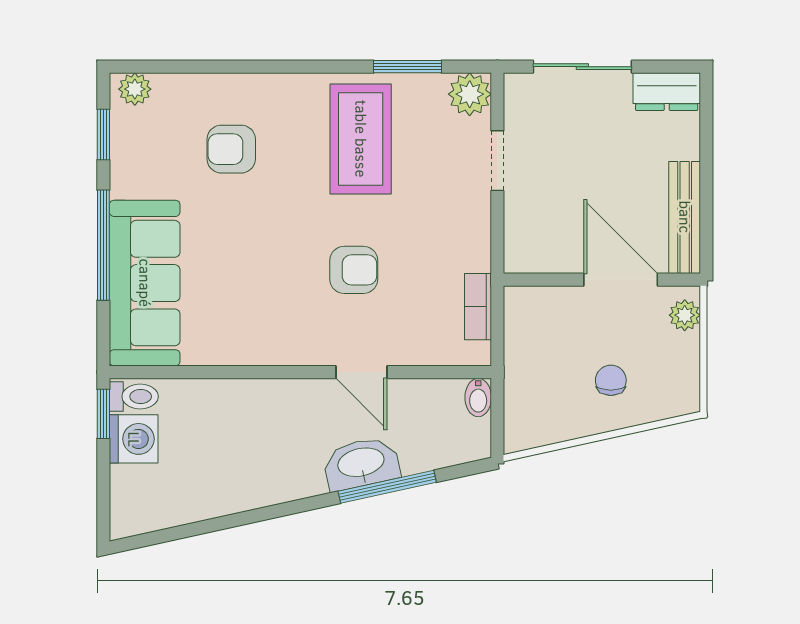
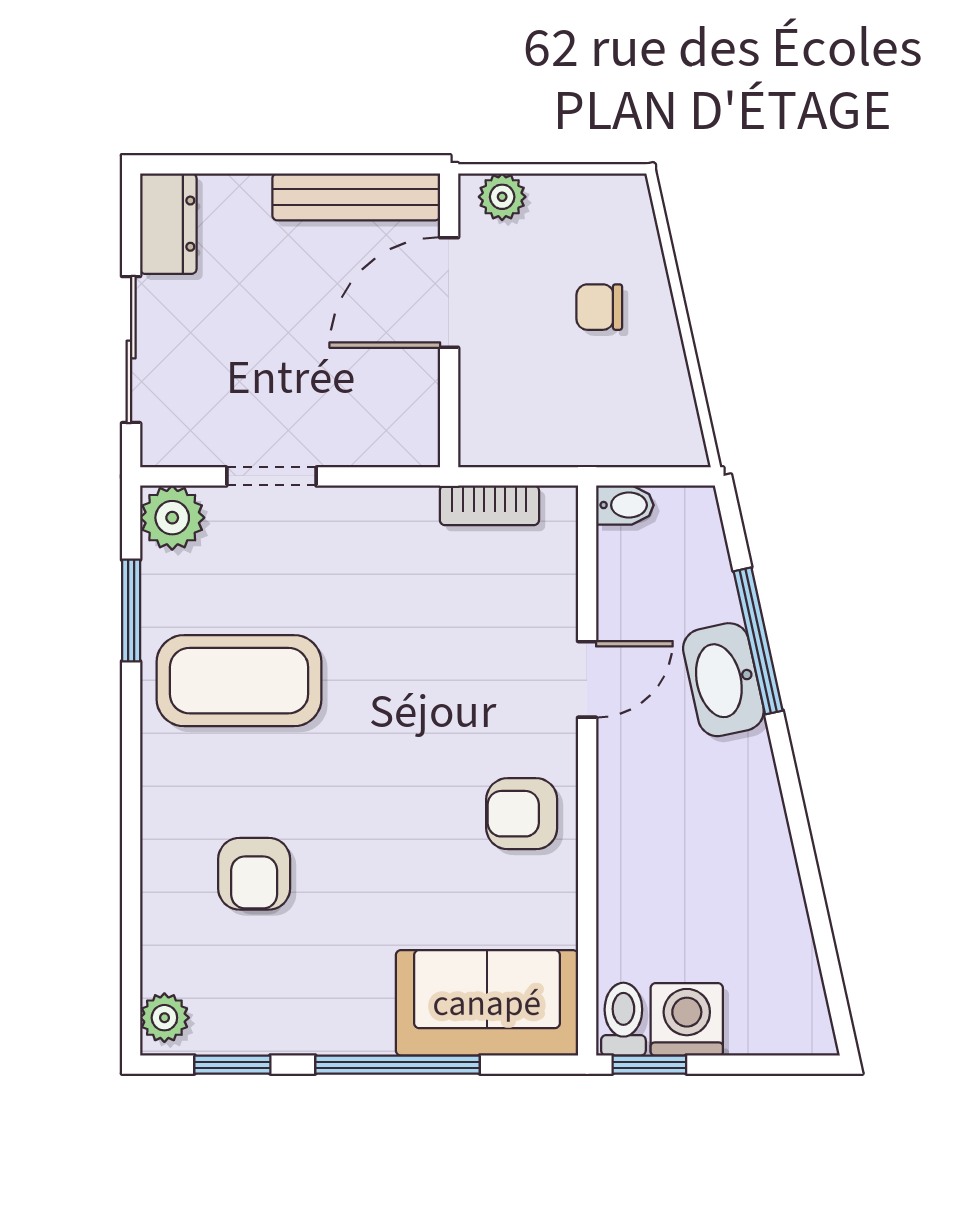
armchair: (354, 270) -> (522, 814), moved, turned -90
sofa: (145, 283) -> (487, 1003), width x0.73

